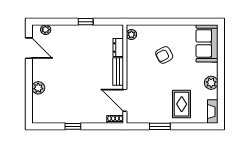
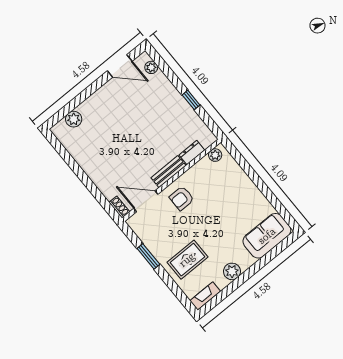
door: (29, 48) -> (120, 66), hinge flipped
armchair: (164, 55) -> (182, 198), moved, turned -62
plant: (38, 88) -> (74, 119), moved
door: (125, 100) -> (146, 201), hinge flipped
window: (73, 126) -> (79, 172), removed

